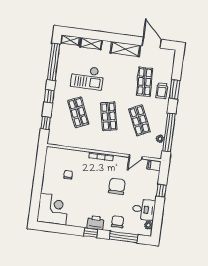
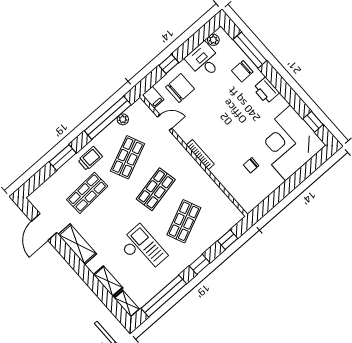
trolley: (162, 91) -> (90, 158), moved
chair: (117, 186) -> (180, 88), moved, turned 180
corner desk: (53, 209) -> (288, 143), width x1.36, depth x1.36
window: (91, 233) -> (313, 122), moved

